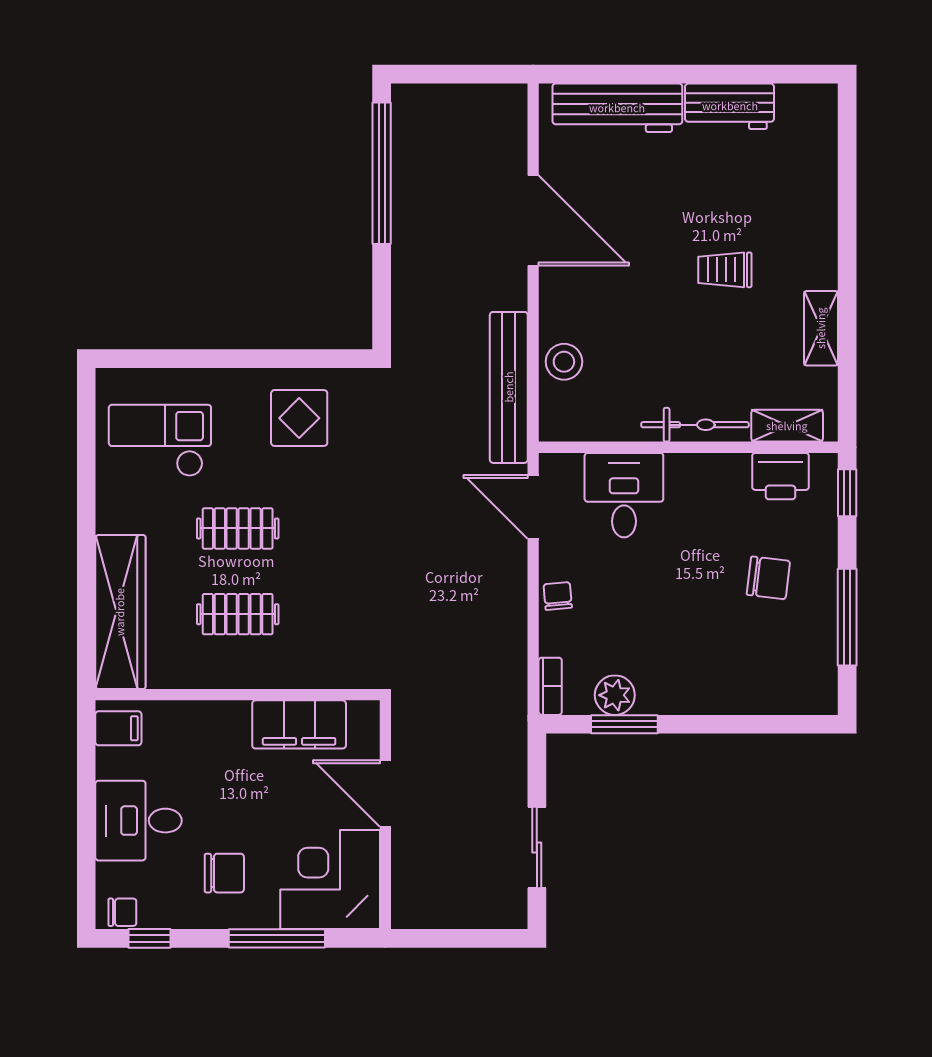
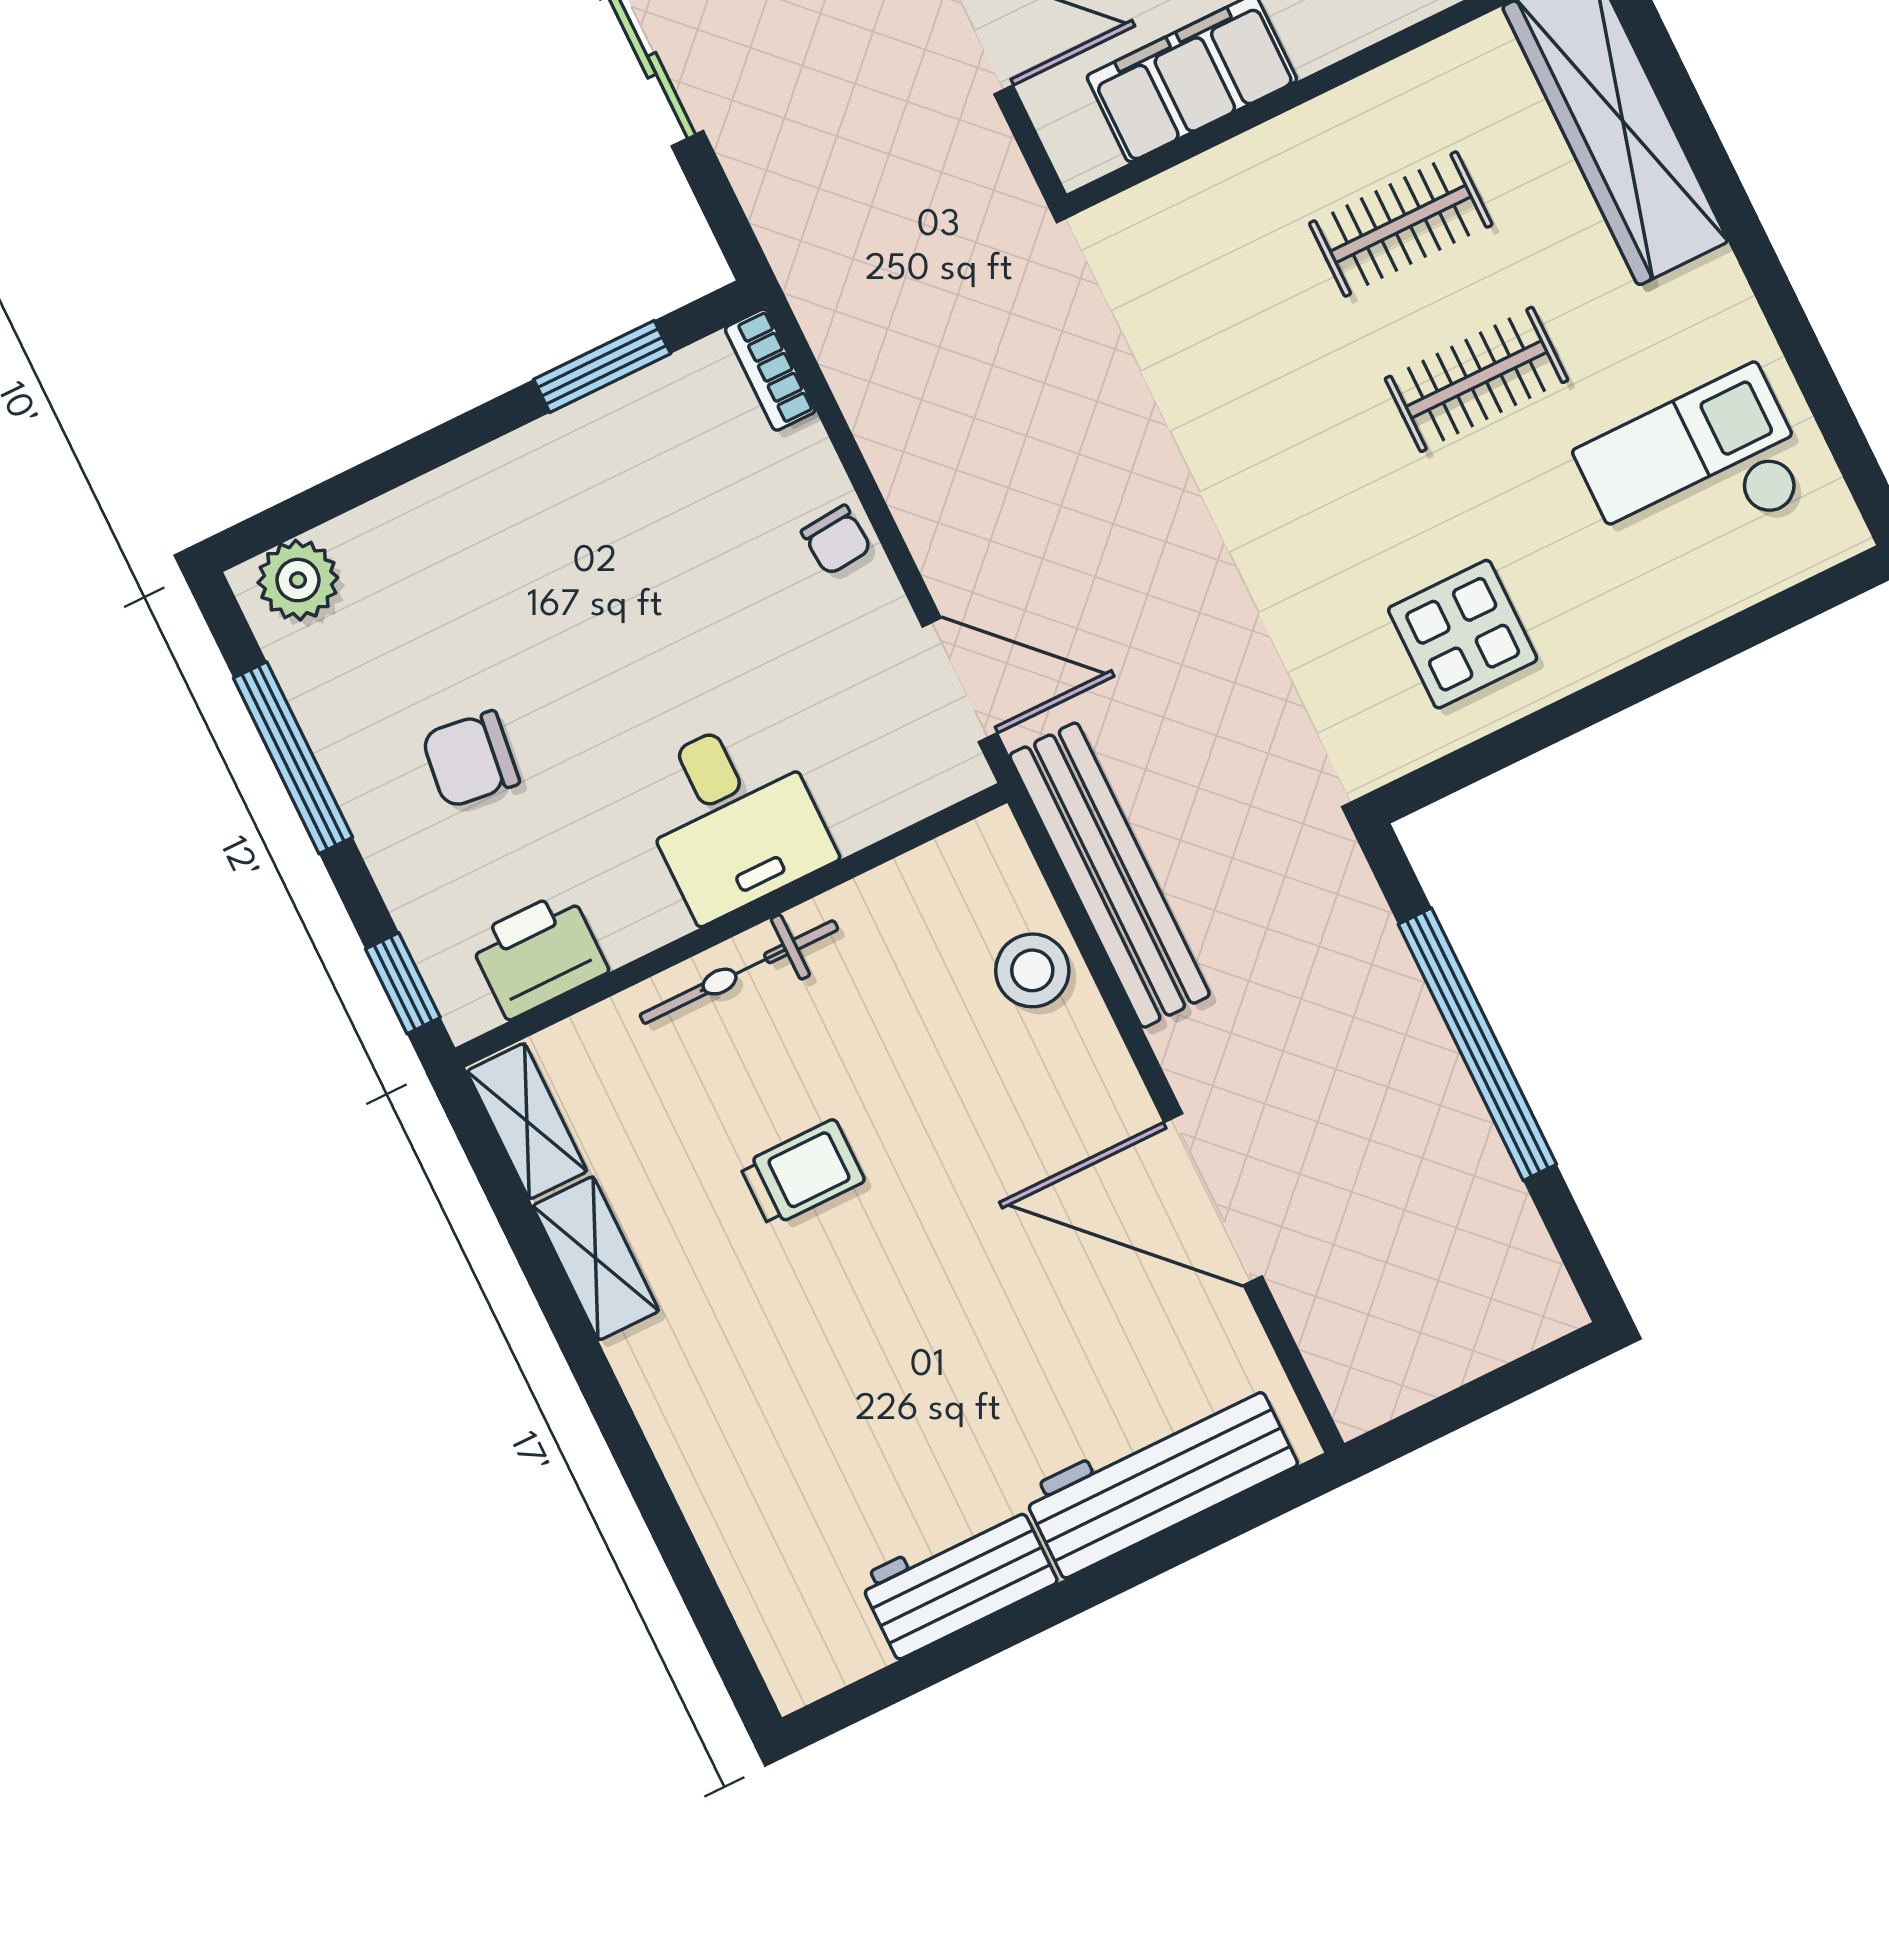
window: (382, 173) -> (1477, 1044), moved
trolley: (725, 270) -> (802, 1173), moved
shelving: (787, 426) -> (527, 1121), moved, turned 90
checkout: (160, 440) -> (1695, 470), turned 180
desk: (624, 495) -> (733, 817), moved
plant: (615, 695) -> (298, 580), moved

